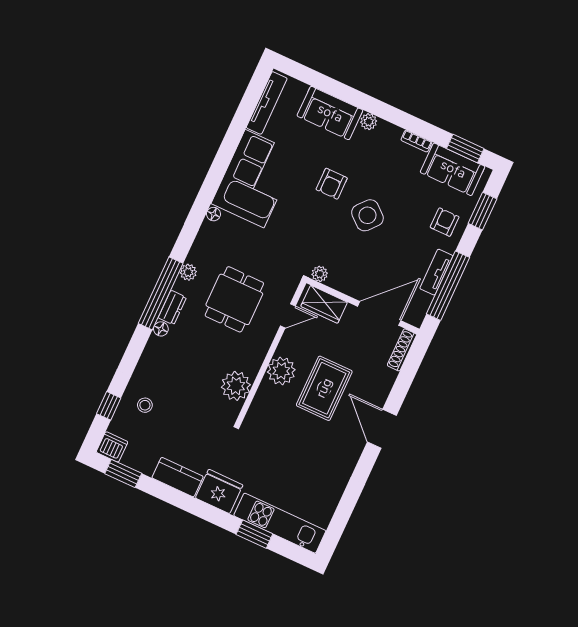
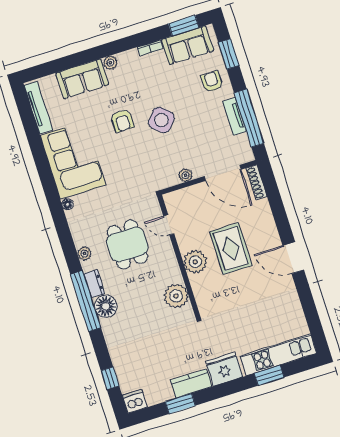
plant: (320, 274) -> (186, 175), moved
window: (161, 293) -> (86, 301), moved
wardrobe: (324, 304) -> (184, 198), removed
door: (379, 313) -> (223, 173), swing flipped
door: (288, 316) -> (169, 225), swing flipped
floor lamp: (161, 329) -> (106, 306), width x1.89, depth x1.89
stool: (145, 405) -> (132, 358), removed
door: (382, 429) -> (293, 258), moved
window: (123, 474) -> (180, 404), moved

